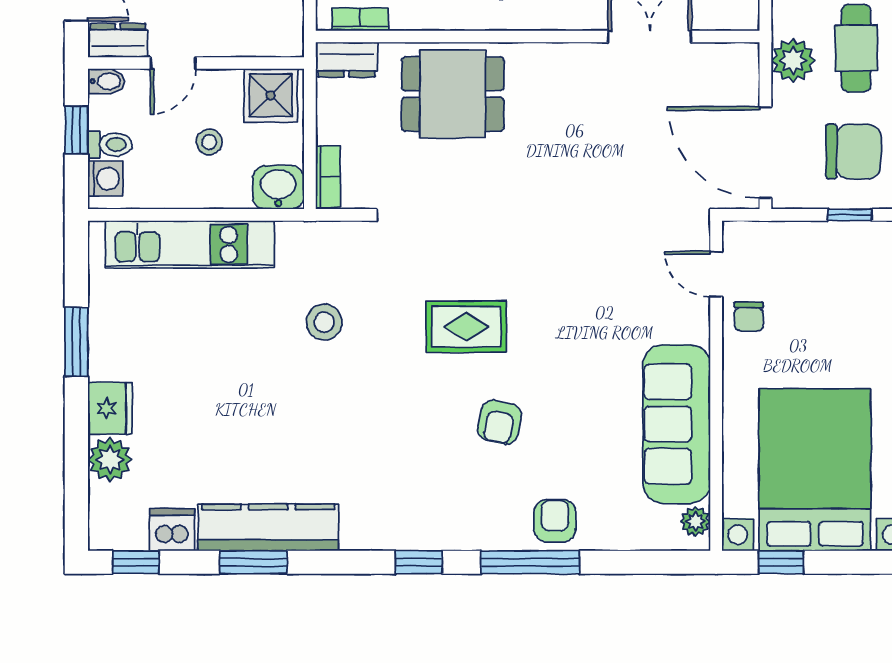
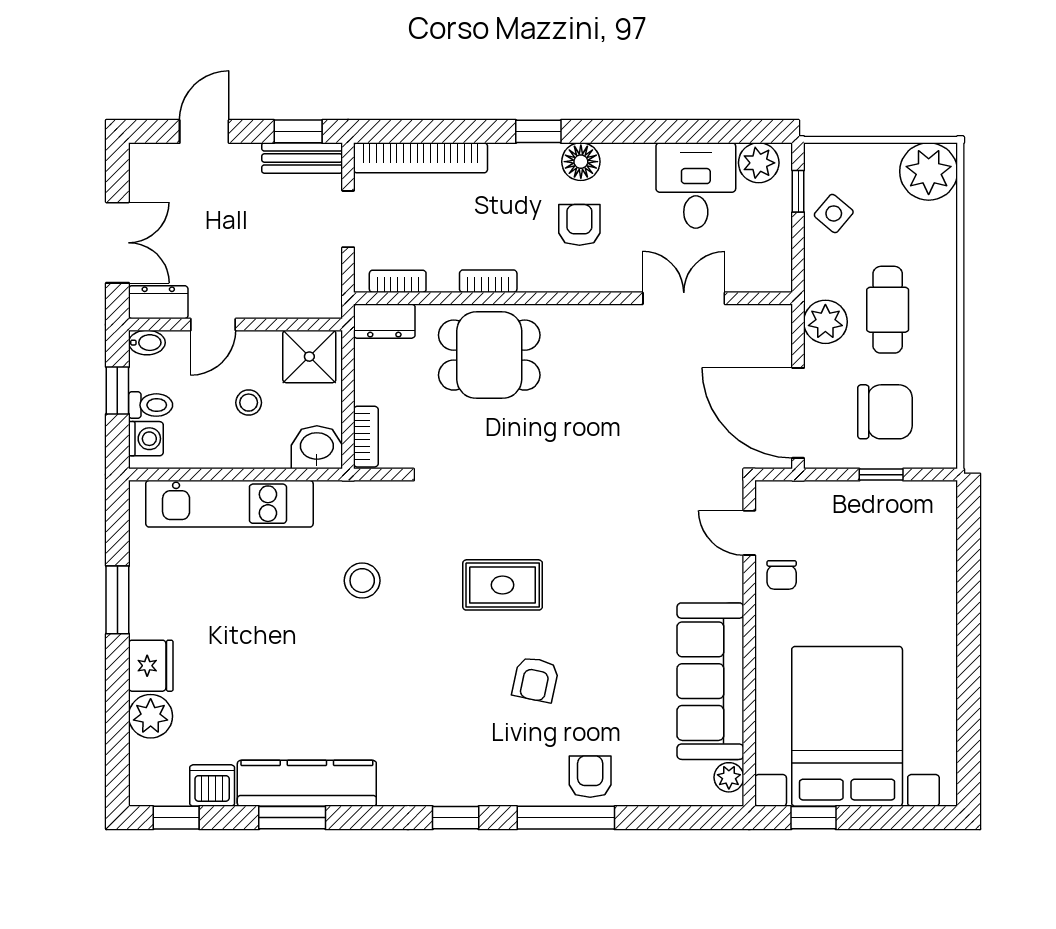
bookcase: (452, 19) -> (488, 281), added

